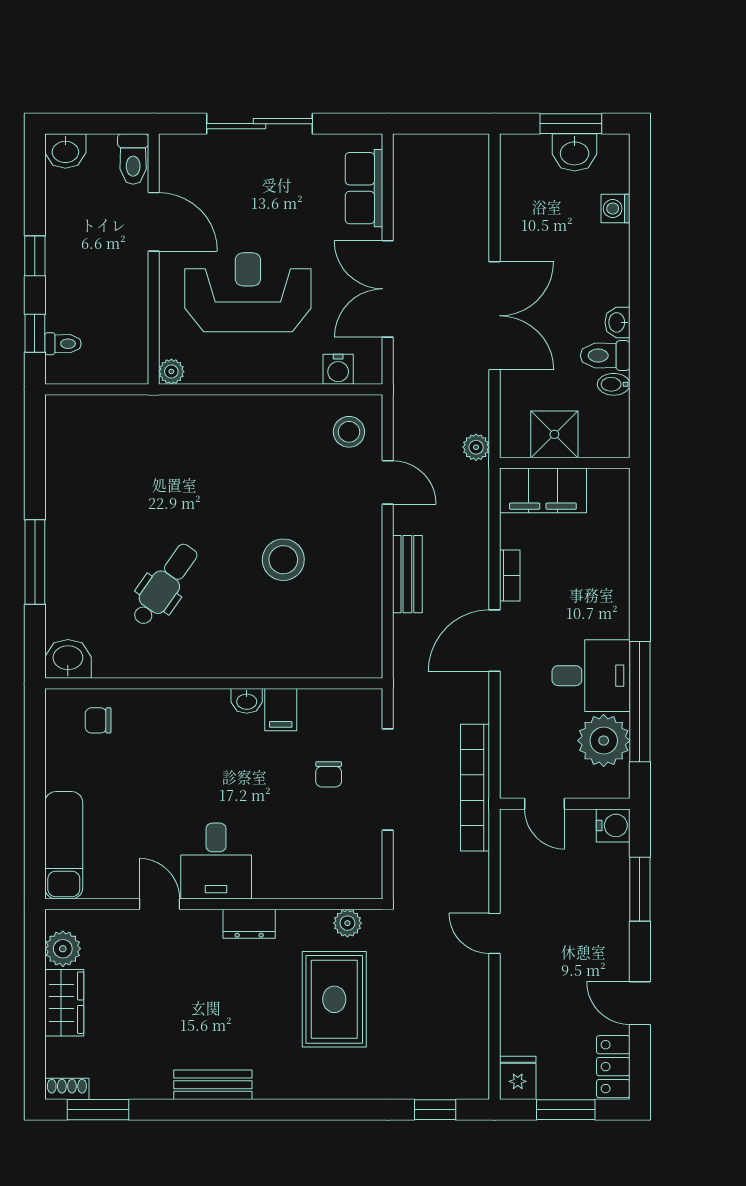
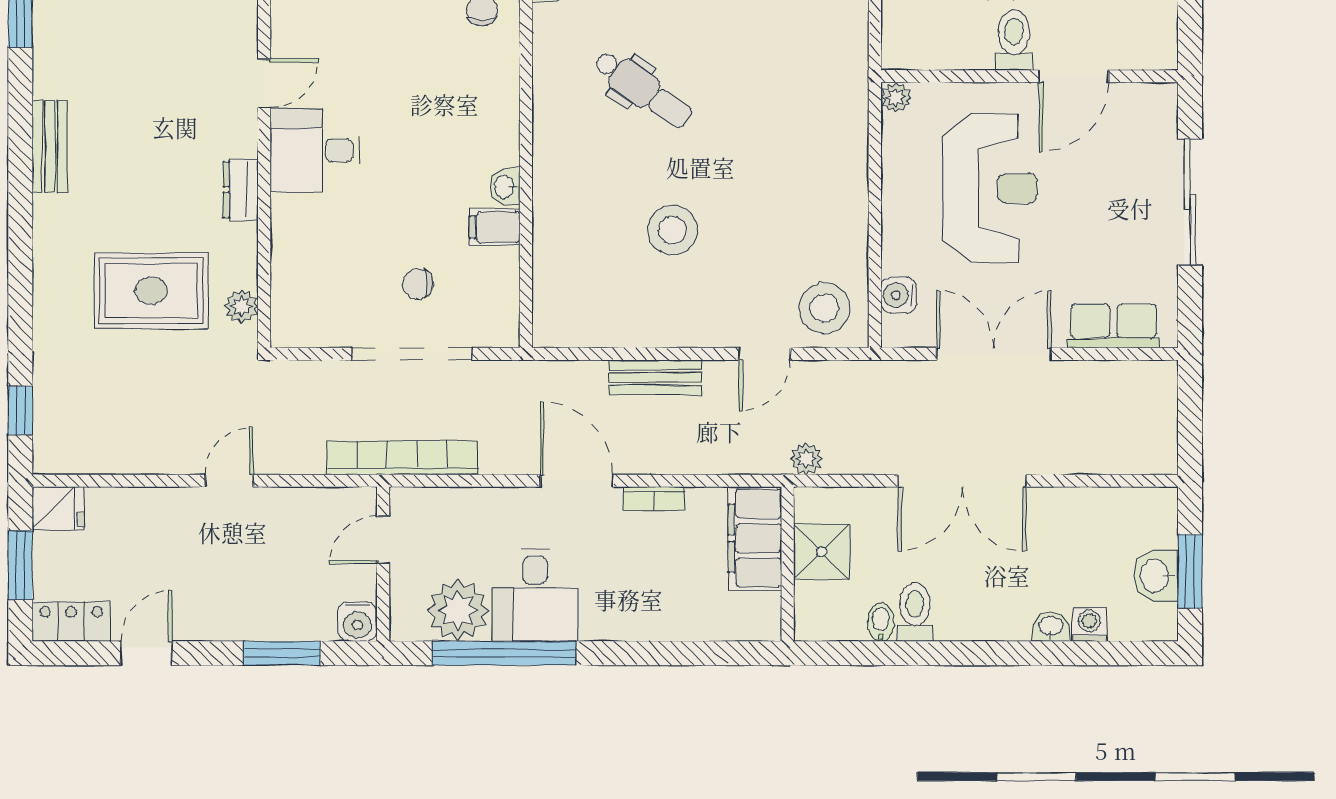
toilet: (133, 159) -> (1014, 40), moved, turned 90
washbasin: (617, 322) -> (1051, 627), moved
stool: (349, 432) -> (824, 308), width x1.38, depth x1.38

